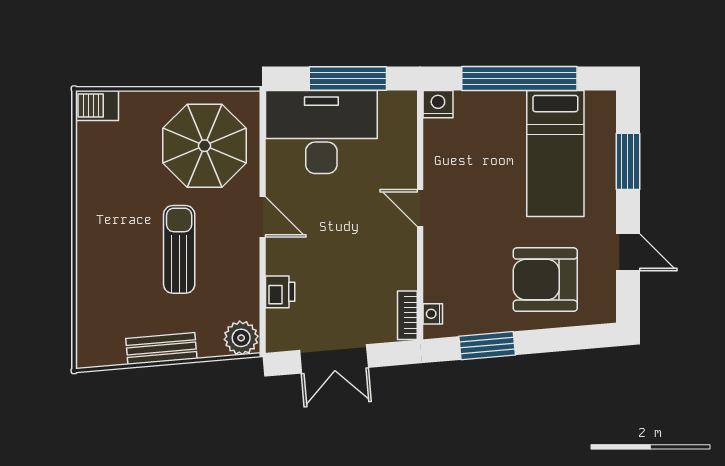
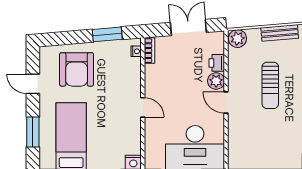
parasol: (205, 146) -> (257, 140), removed
plant: (282, 258) -> (216, 81), added
armchair: (545, 280) -> (77, 69), turned 90

